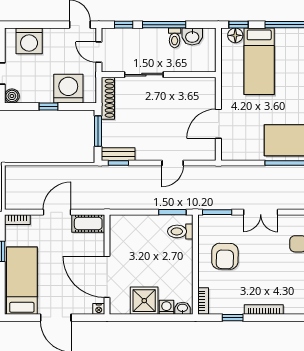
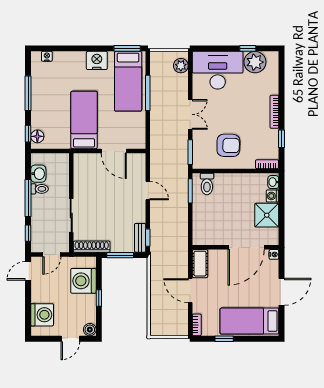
bed: (259, 61) -> (84, 120), moved, turned -90

